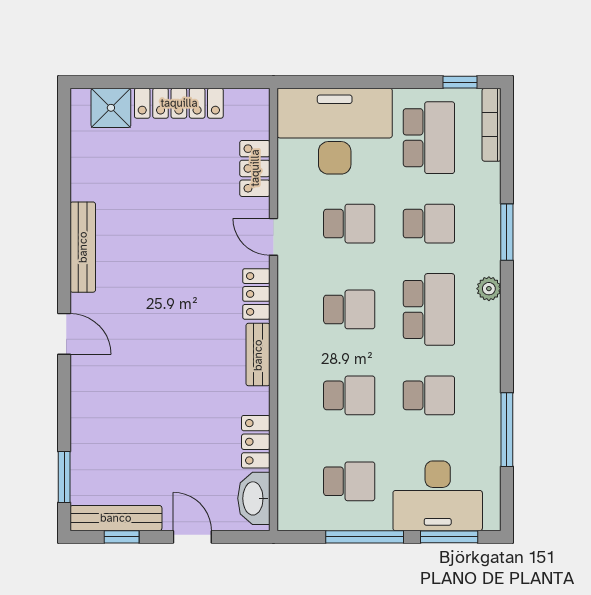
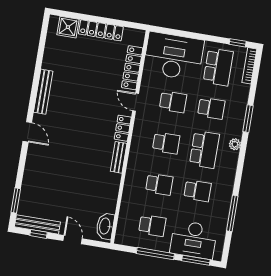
locker: (255, 168) -> (132, 68), width x1.53
locker: (256, 442) -> (111, 199), removed

